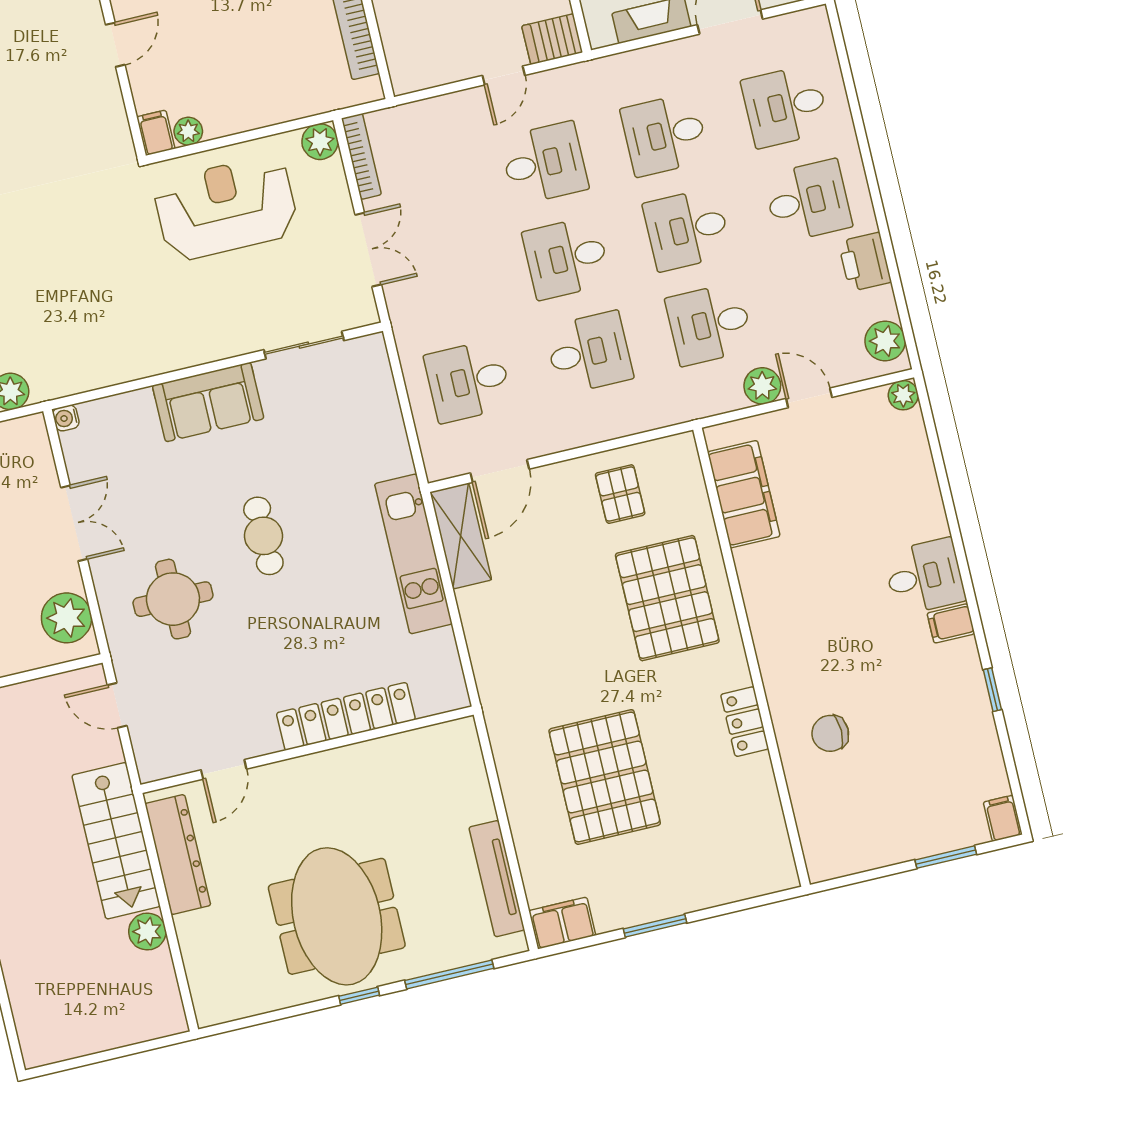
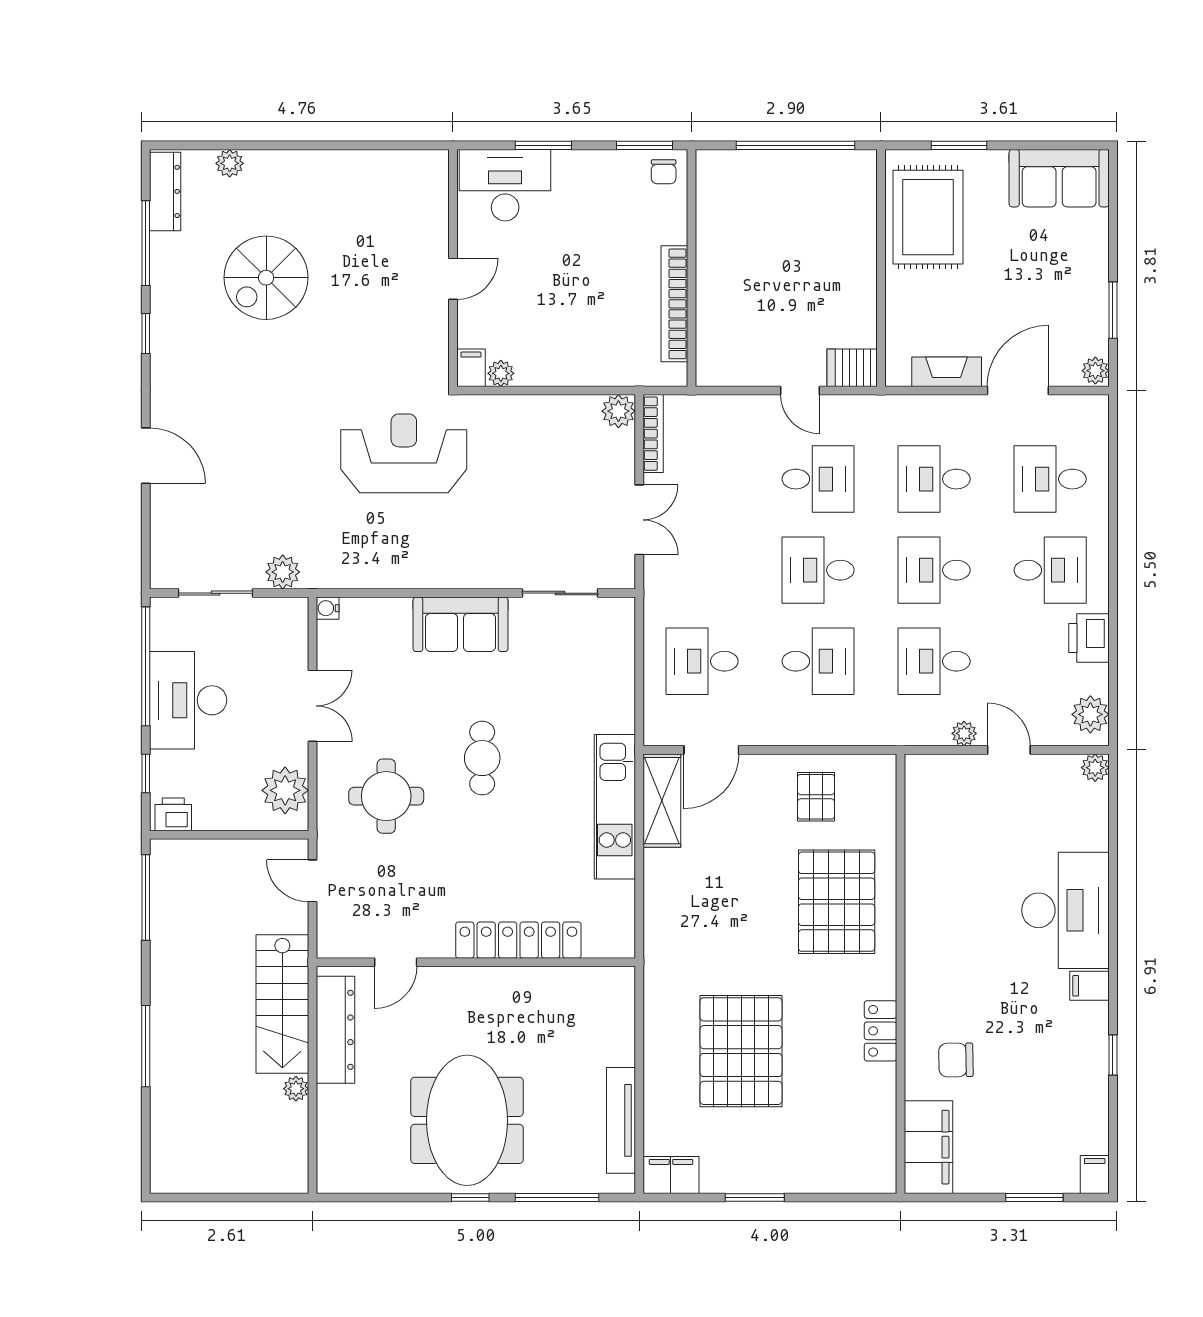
door: (504, 75) -> (800, 390), hinge flipped
reception desk: (226, 208) -> (404, 453), moved
plant: (762, 386) -> (964, 733), width x0.73, depth x0.73
filing cabinet: (744, 494) -> (929, 1147), moved
desk: (925, 577) -> (1065, 910), width x1.87, depth x1.30
plant: (147, 931) -> (296, 1089), width x0.73, depth x0.73

